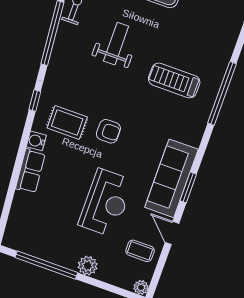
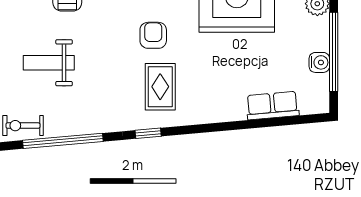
water cooler: (36, 141) -> (319, 62), moved, turned -85
row of seats: (30, 171) -> (272, 106), moved

